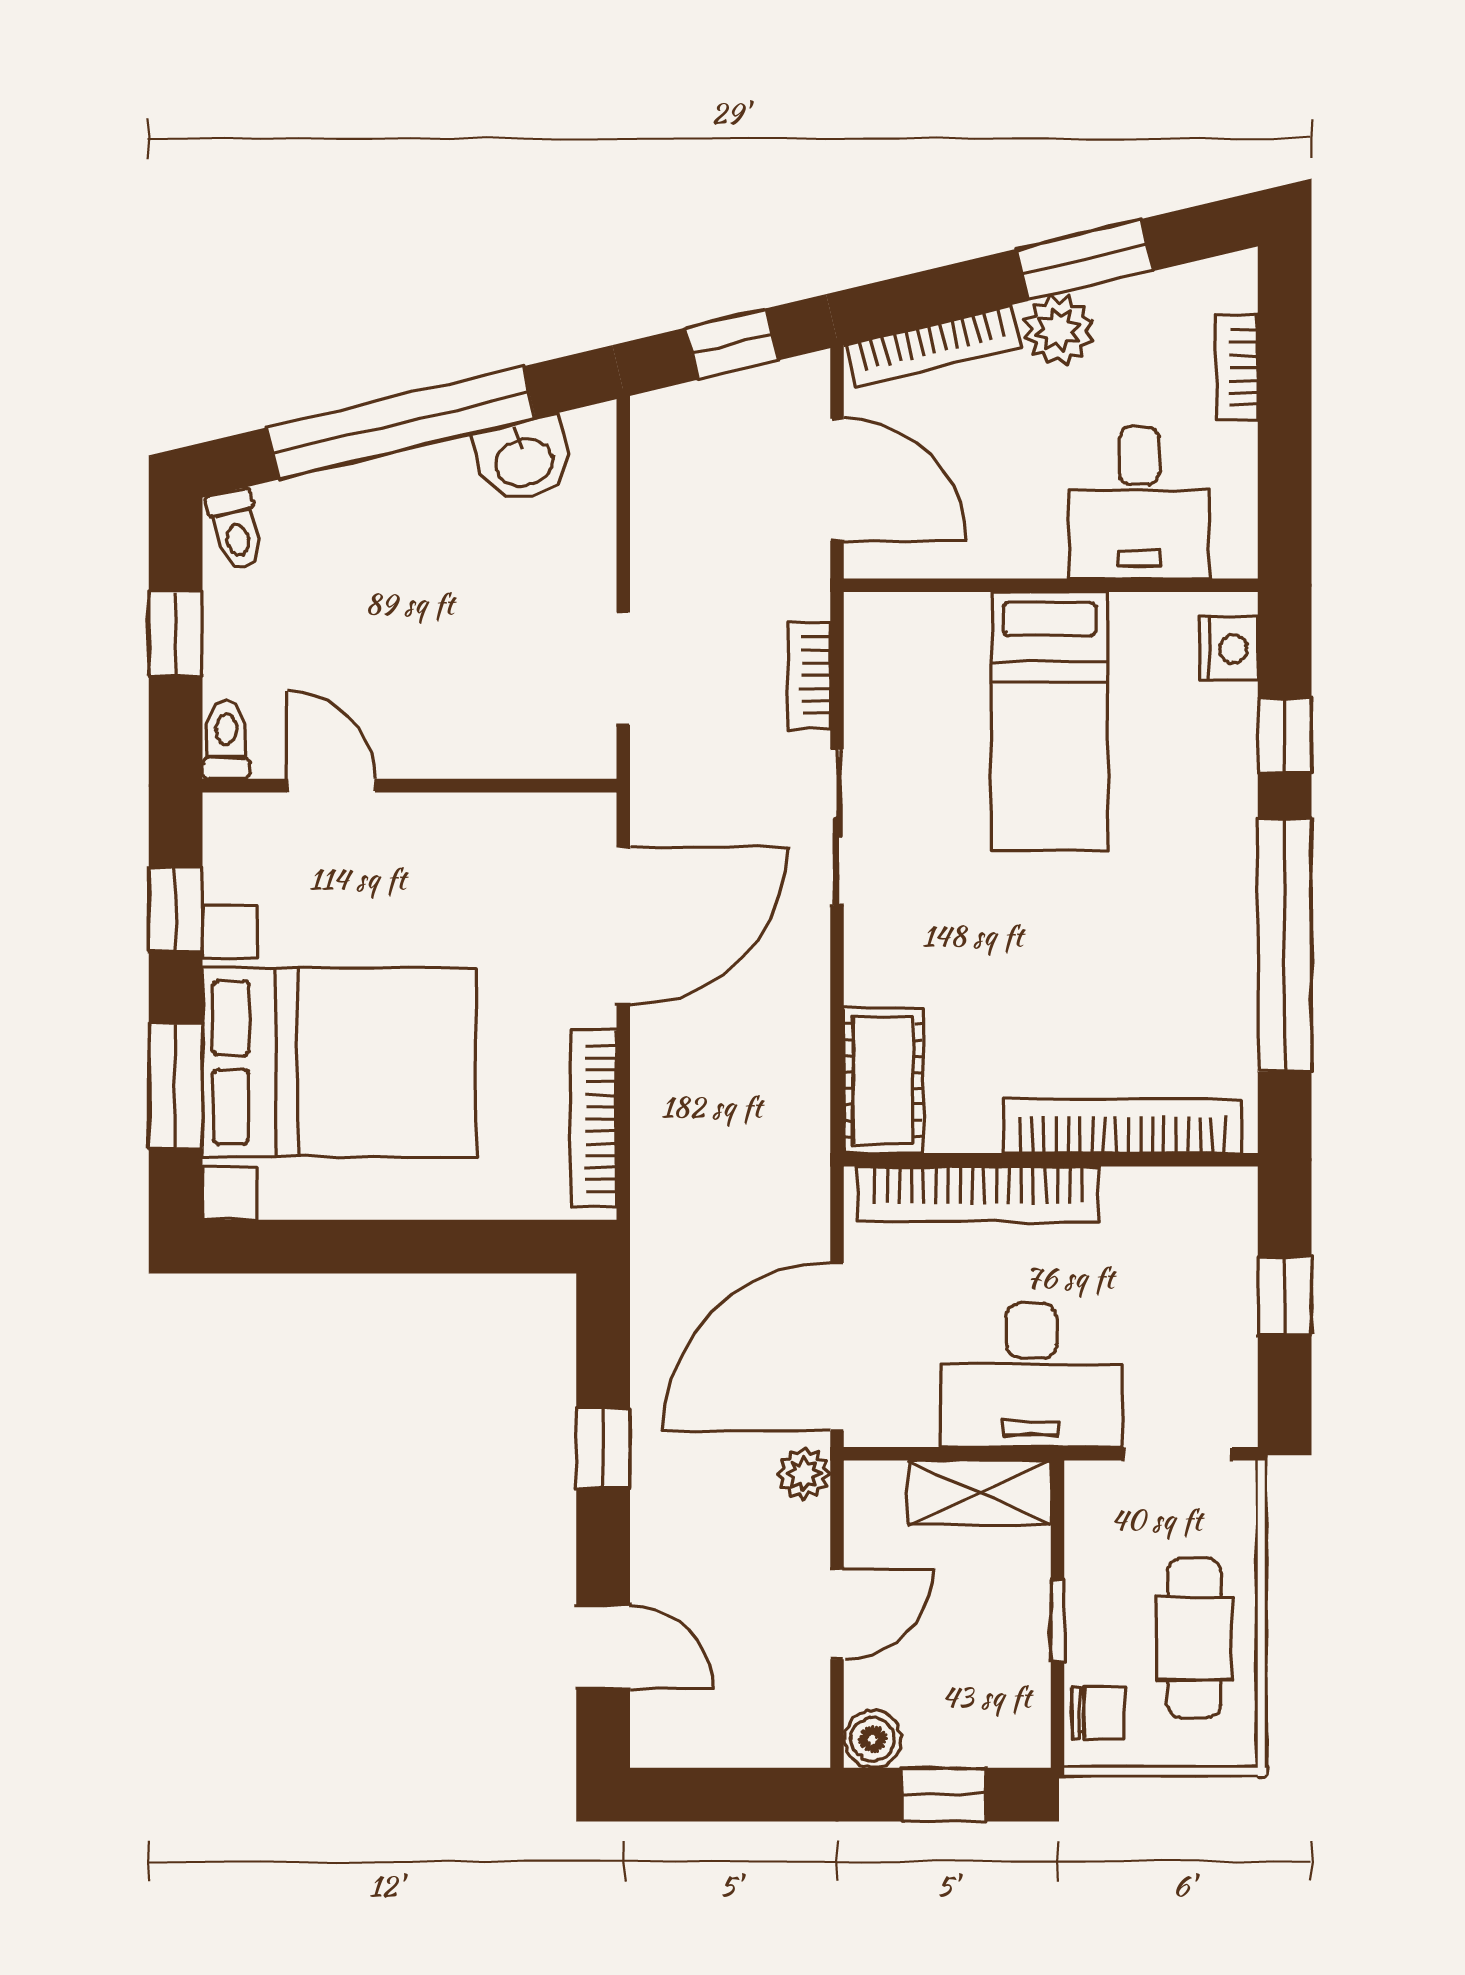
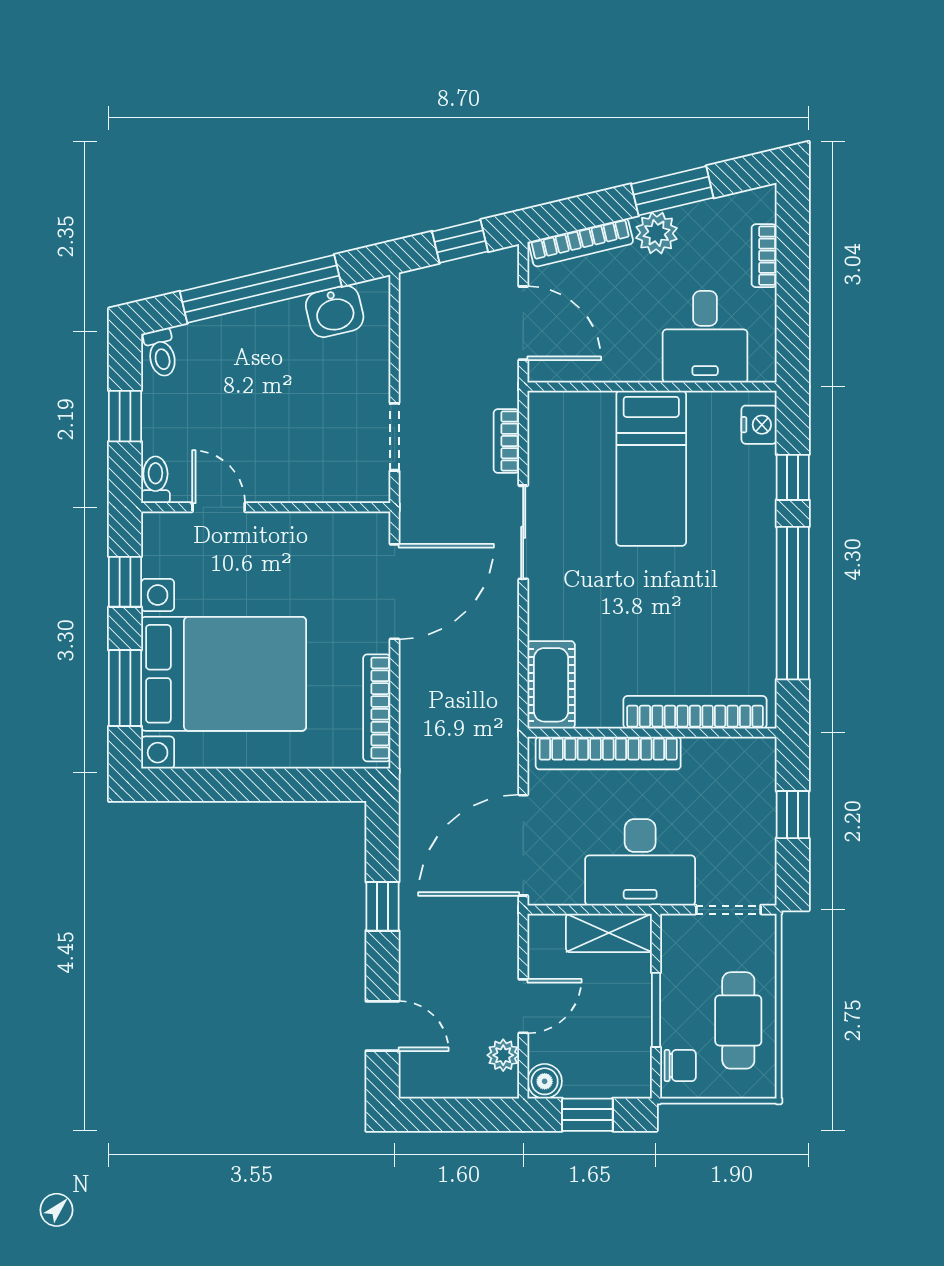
plant: (804, 1474) -> (503, 1055), moved
window: (1058, 1620) -> (656, 1010), width x1.50

